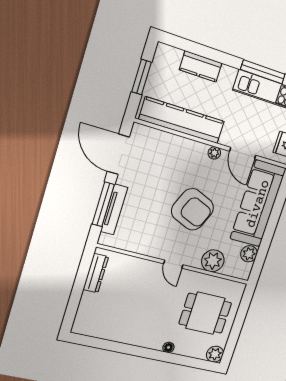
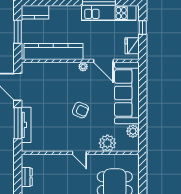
kitchen counter: (201, 66) -> (35, 12), moved
armchair: (193, 209) -> (81, 110), width x0.53, depth x0.53
dresser: (96, 273) -> (27, 177), width x0.70

